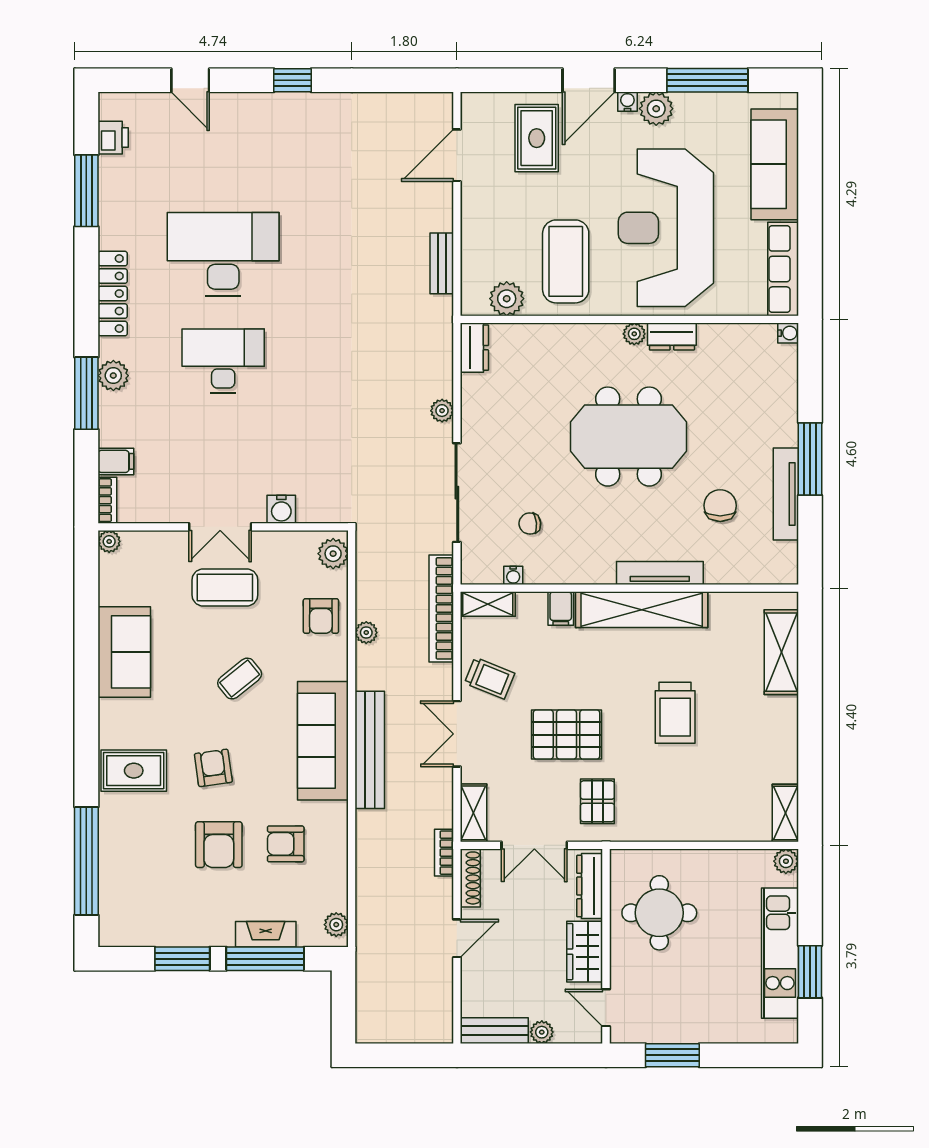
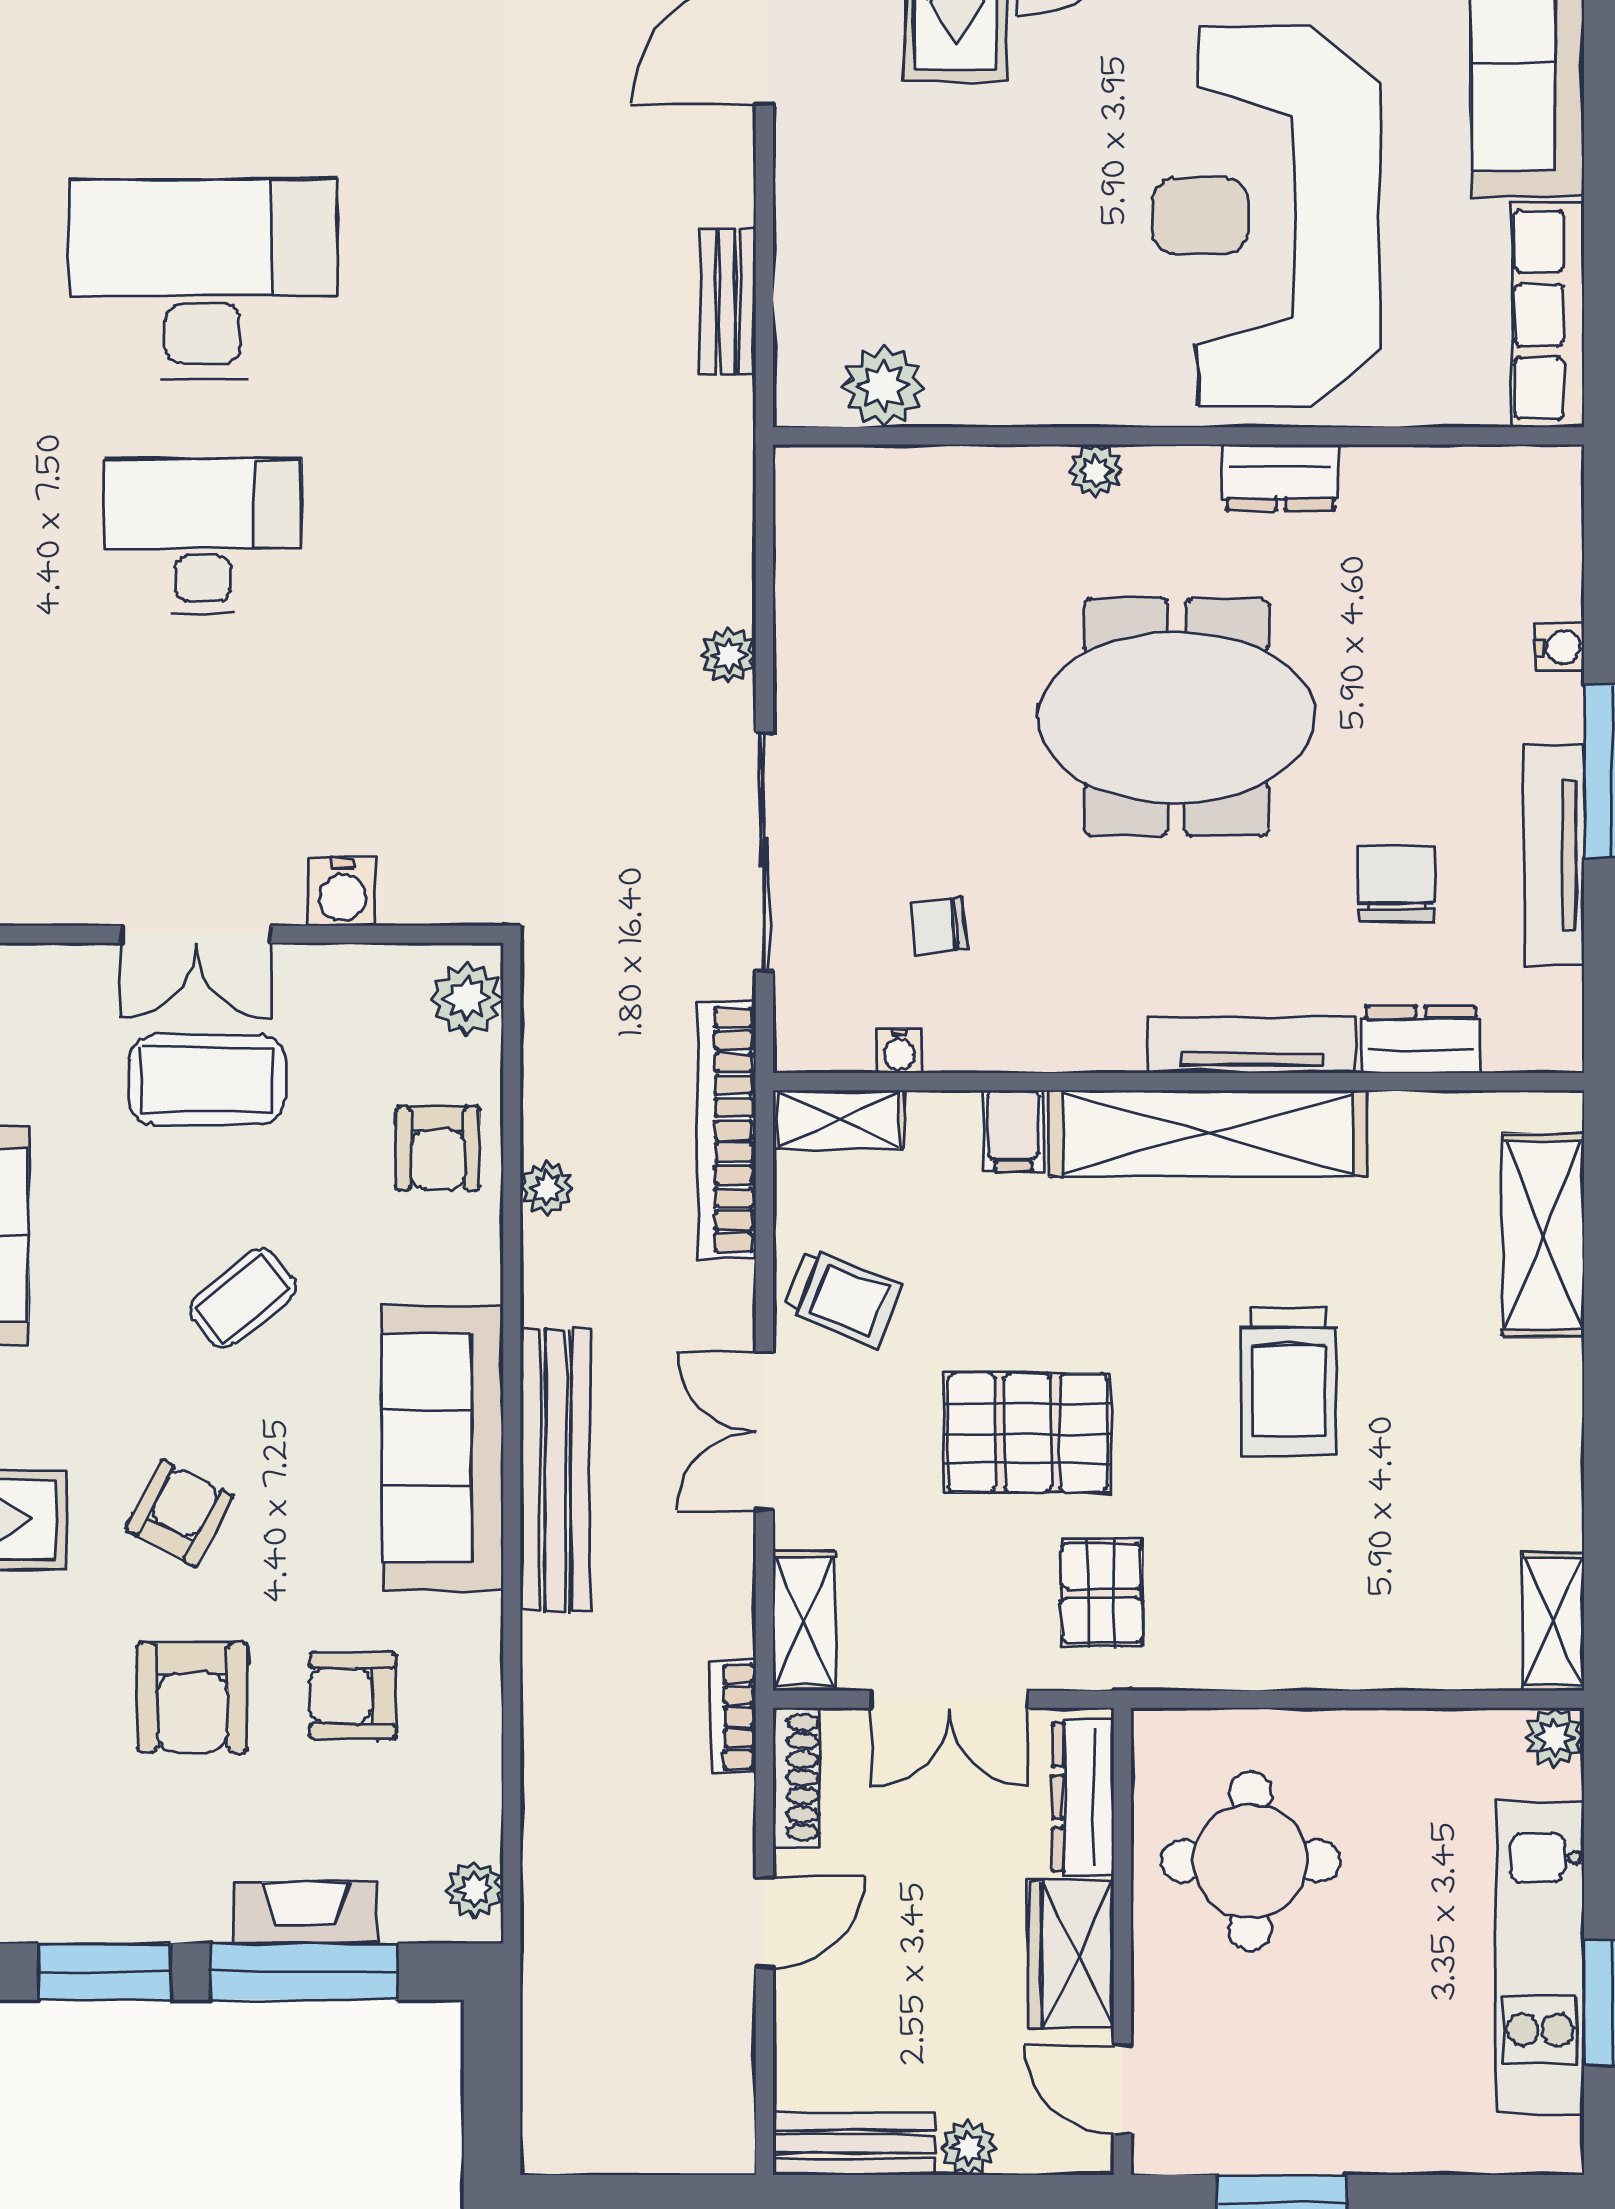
coffee table: (566, 261) -> (1026, 297), removed
water cooler: (788, 333) -> (1560, 647), moved
plant: (634, 334) -> (1096, 471), moved
dresser: (474, 348) -> (1421, 1040), moved, turned -90
armchair: (213, 768) -> (179, 1513), turned 36

